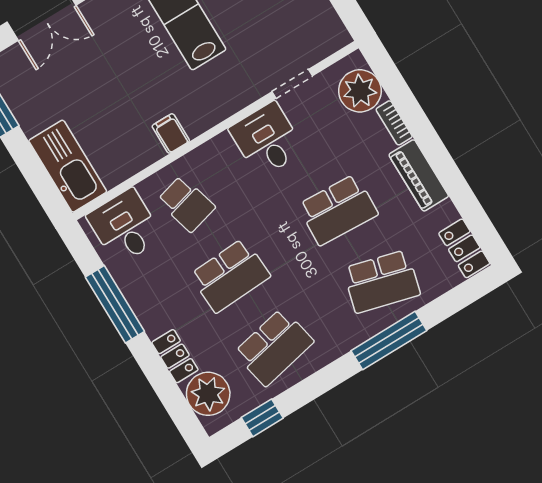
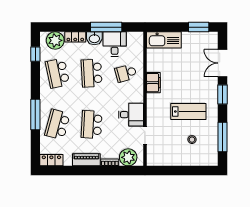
filing cabinet: (171, 133) -> (153, 83), width x2.00
desk: (125, 227) -> (115, 44), moved, turned -90
washbasin: (153, 314) -> (94, 38), added

